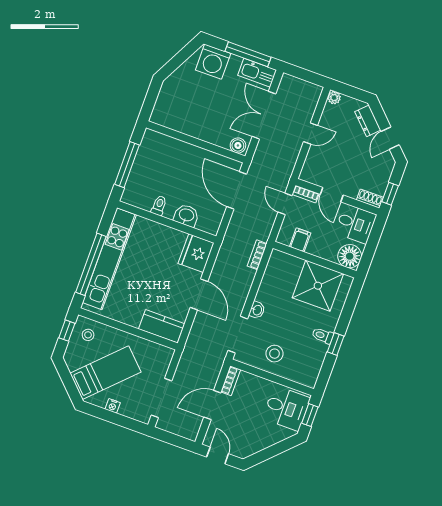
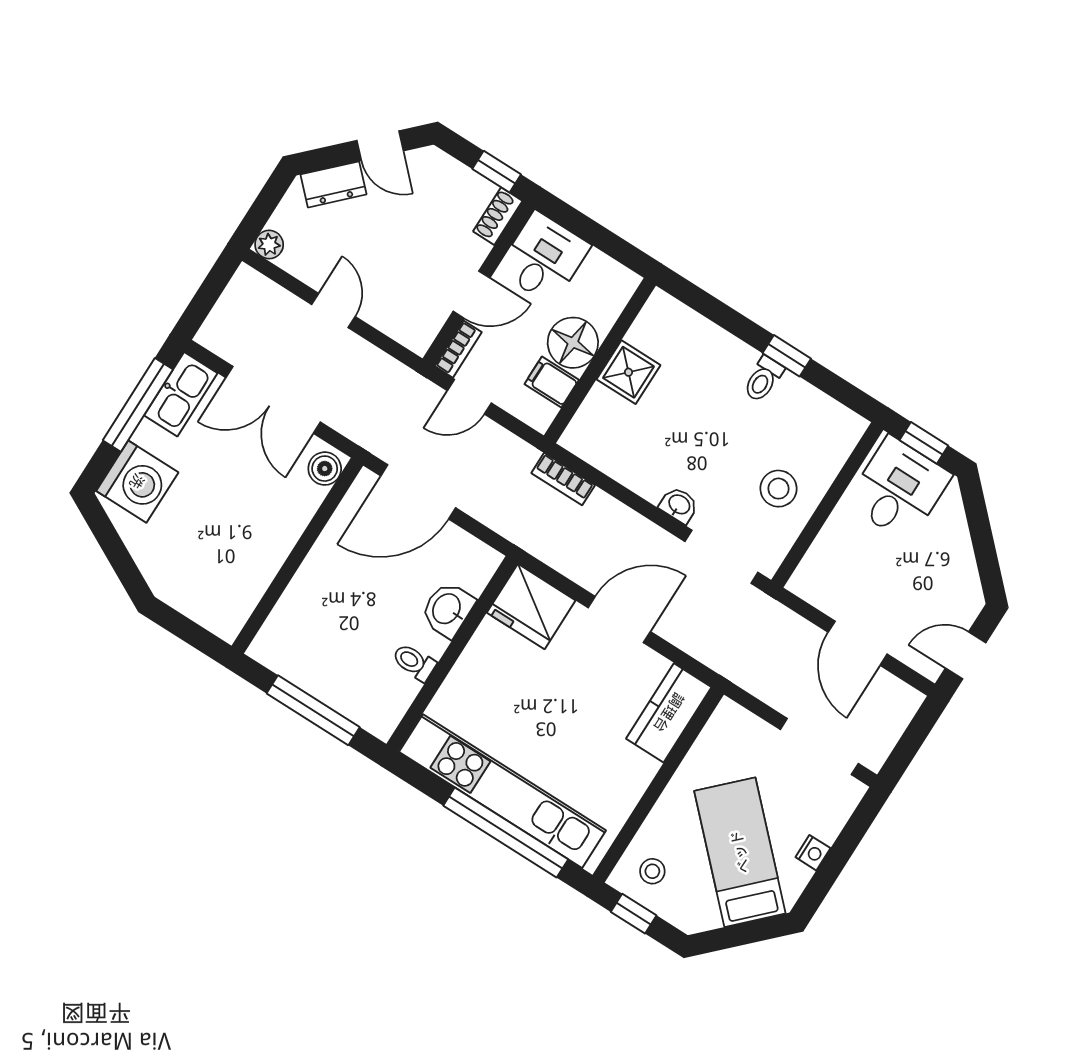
floor lamp: (350, 256) -> (573, 343), moved
shower: (318, 286) -> (628, 372), width x0.54, depth x0.54
bookcase: (231, 381) -> (815, 593), removed

